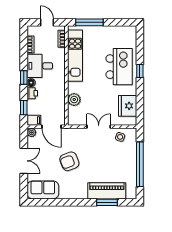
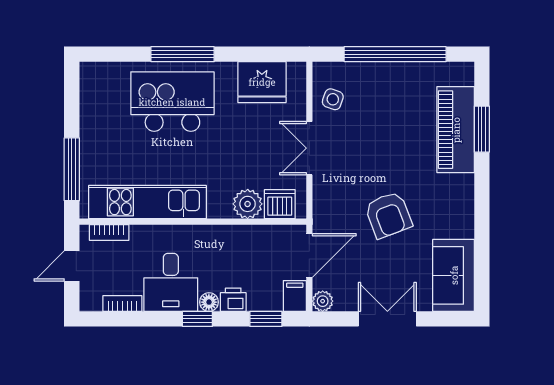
window: (140, 71) -> (183, 54), width x2.17
dishwasher: (74, 114) -> (280, 204), added

